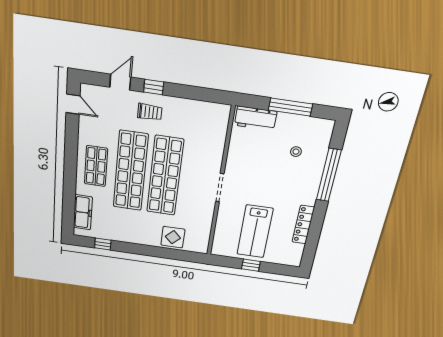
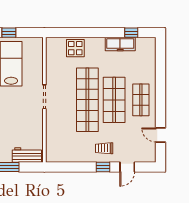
door: (73, 104) -> (161, 135), moved
shop shelf: (131, 171) -> (114, 100), width x0.71
freezer: (83, 212) -> (120, 44), moved, turned -90

